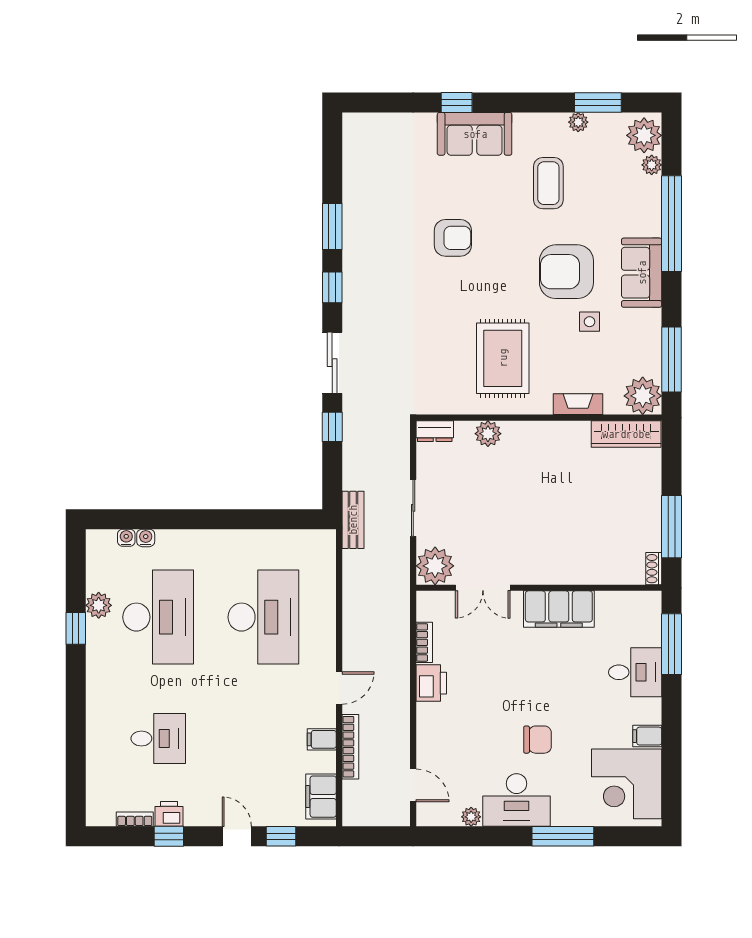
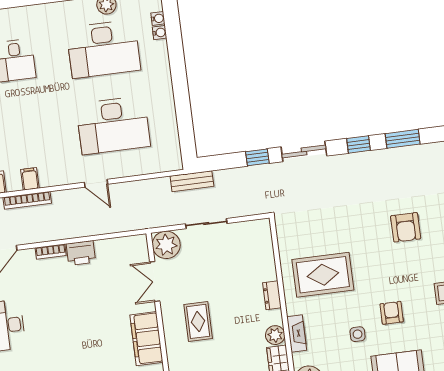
armchair: (566, 272) -> (392, 313), width x0.53, depth x0.53
dresser: (435, 431) -> (272, 295), moved
plant: (488, 434) -> (275, 335), moved
rug: (545, 536) -> (198, 321), added
bookcase: (424, 642) -> (51, 252), moved
door: (339, 688) -> (96, 183), moved
chair: (537, 740) -> (50, 335), removed

